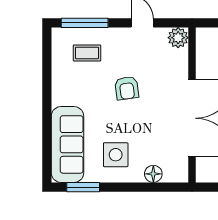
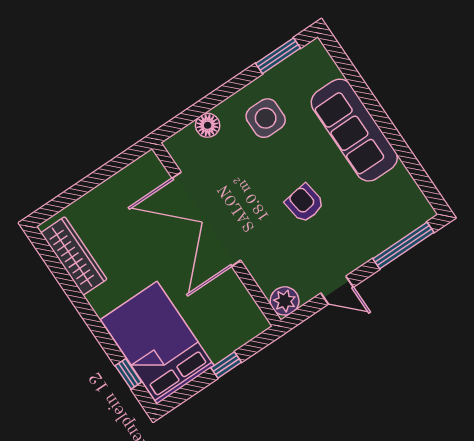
coffee table: (87, 53) -> (377, 213), removed
sofa: (67, 144) -> (354, 130), moved

